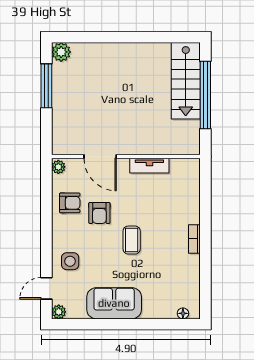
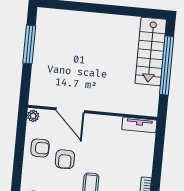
plant: (61, 52) -> (45, 16), removed
tv unit: (149, 166) -> (139, 125), moved

